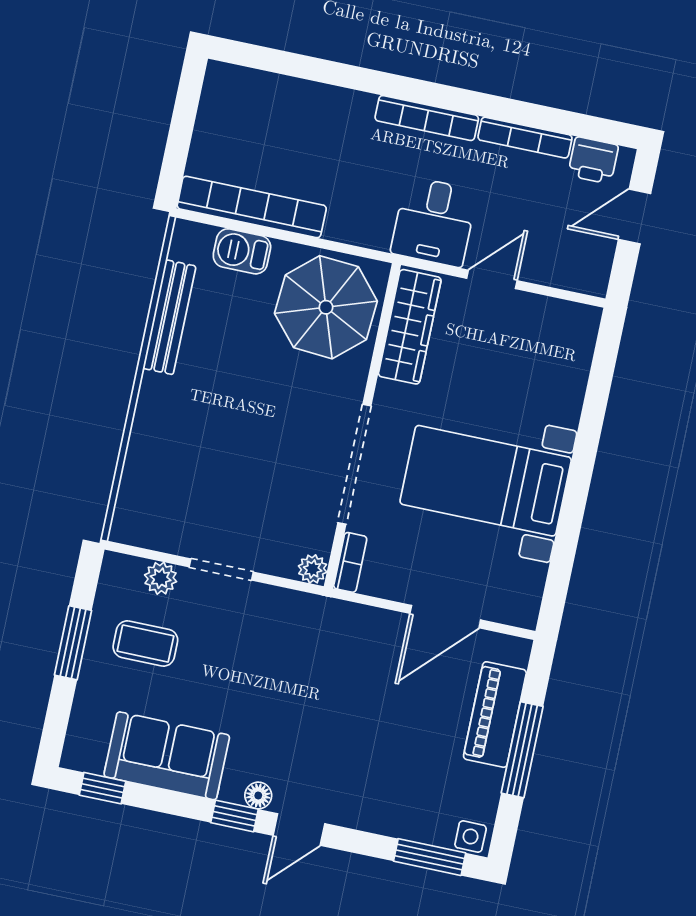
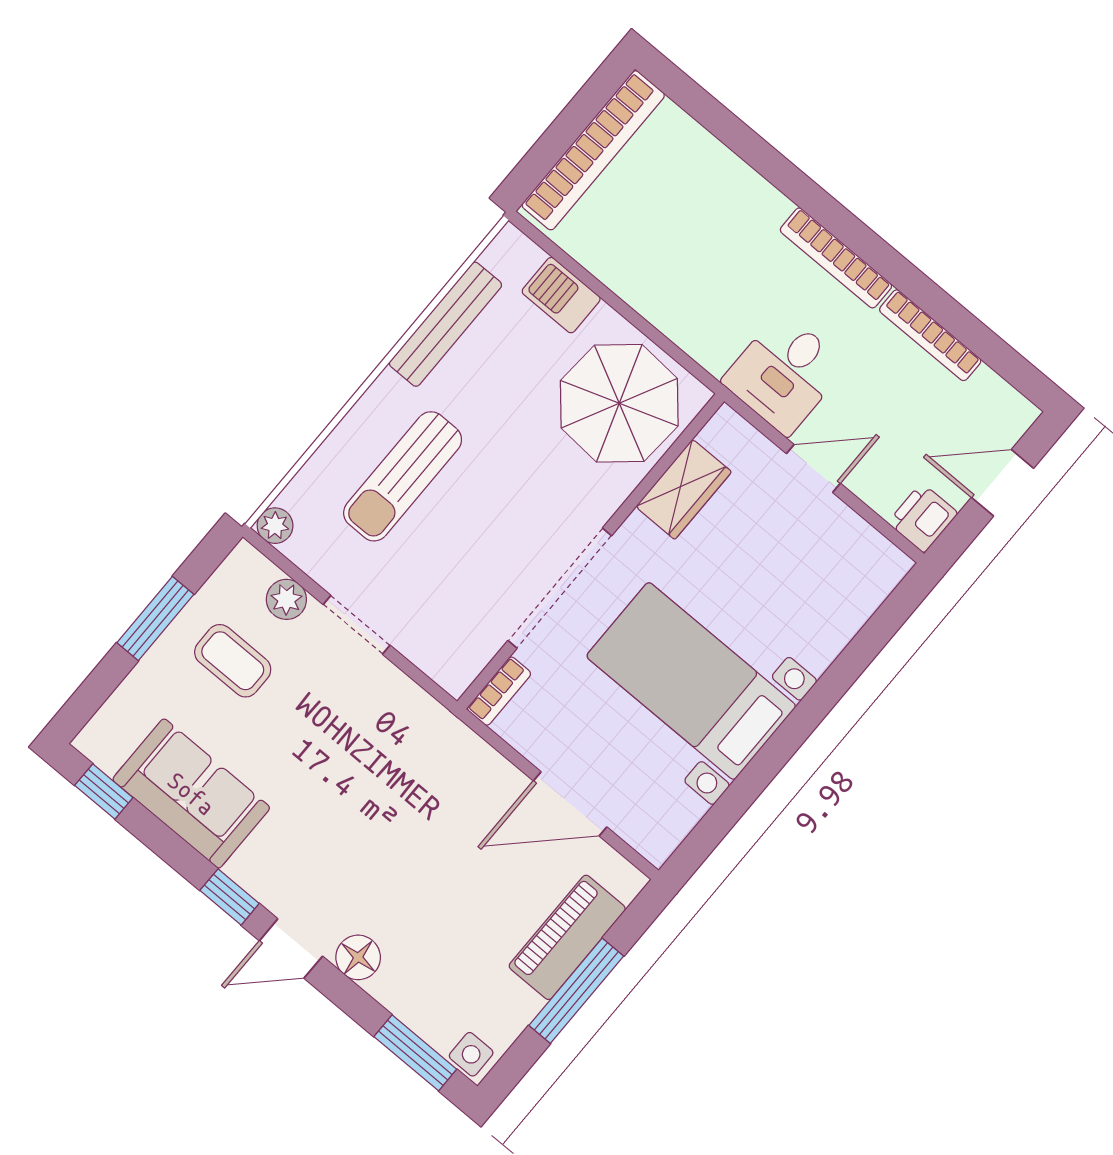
printer: (593, 160) -> (923, 518), moved, turned 90
bookcase: (252, 207) -> (593, 150), moved, turned 90
wardrobe: (410, 327) -> (684, 489), width x0.67
sun lounger: (197, 444) -> (403, 476), added
plant: (313, 569) -> (275, 526), moved
floor lamp: (258, 795) -> (358, 957), moved, width x1.37, depth x1.37

